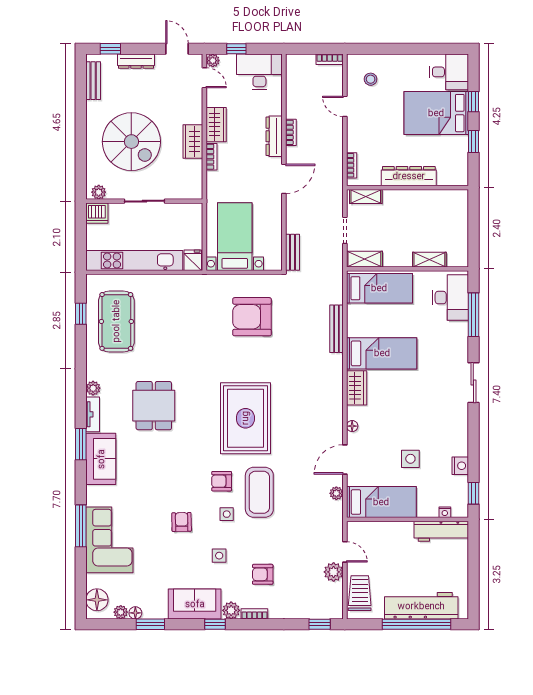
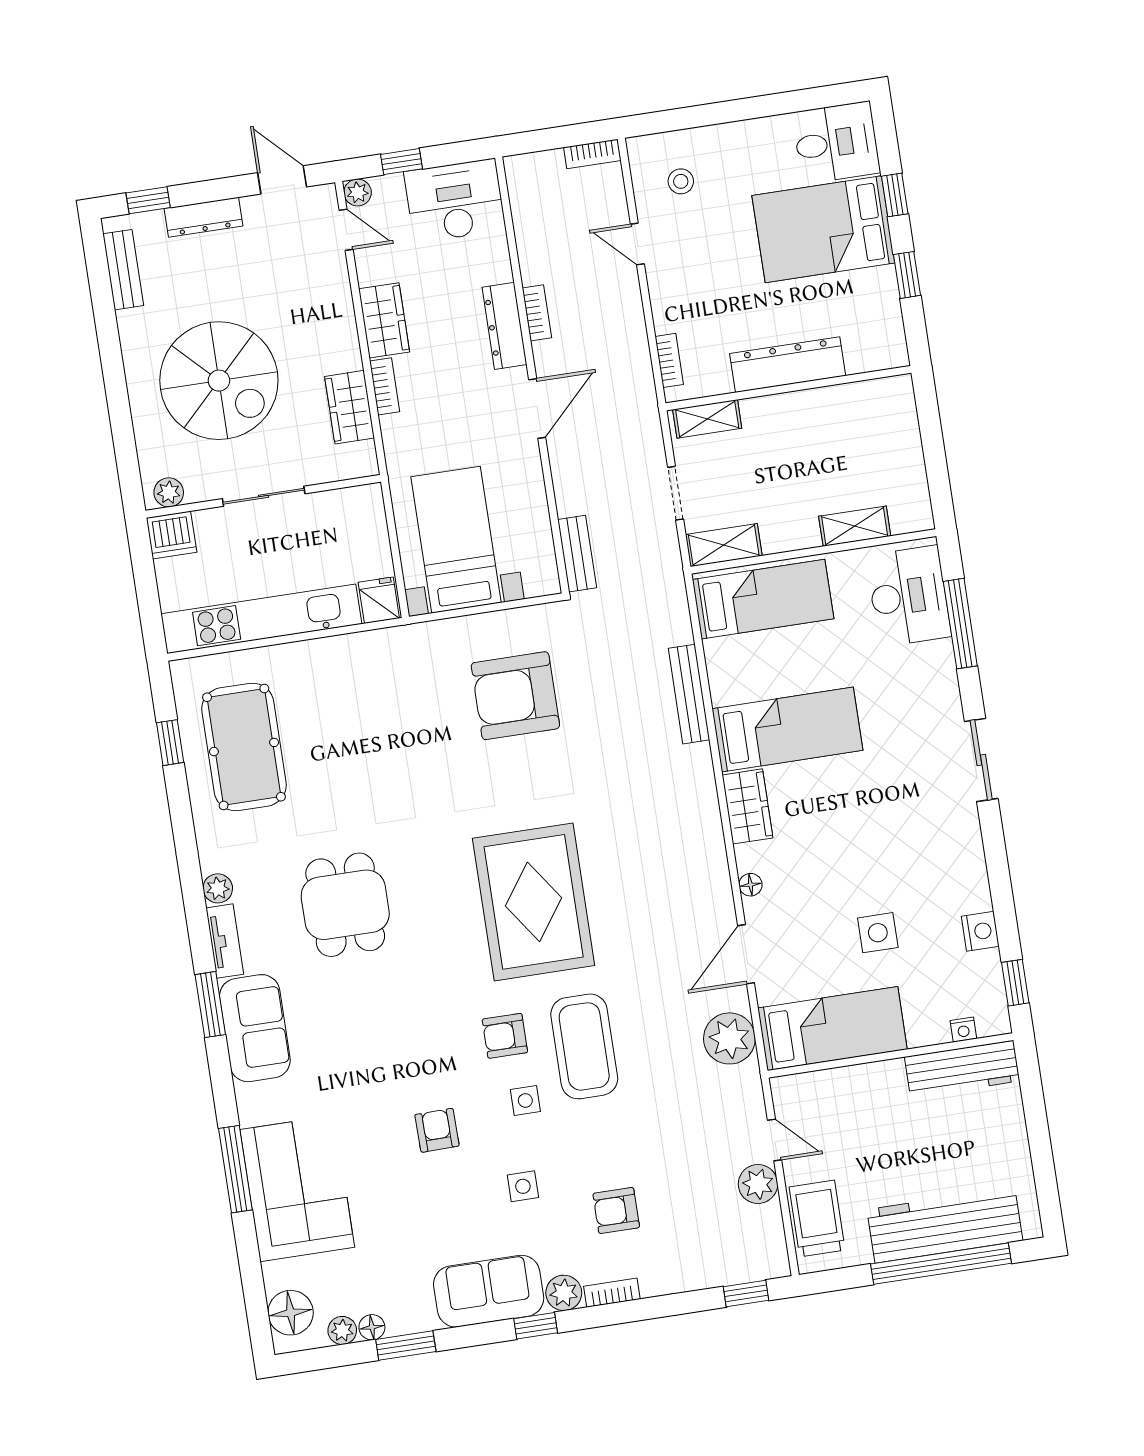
wardrobe: (193, 141) -> (350, 407), moved
plant: (336, 493) -> (729, 1038), width x1.88, depth x1.88

